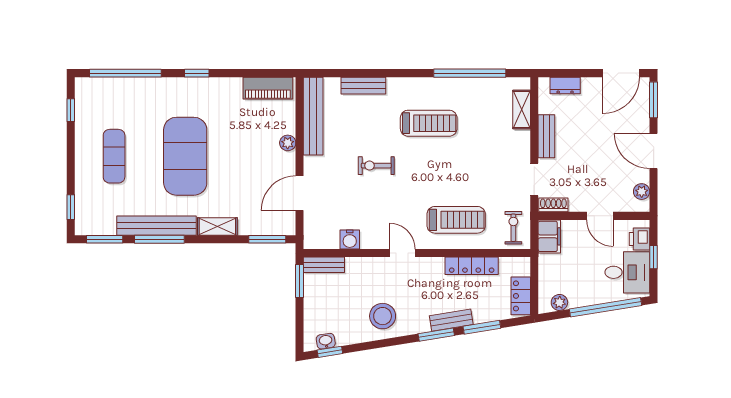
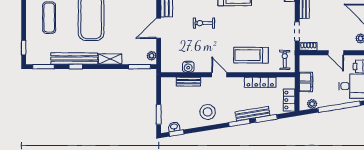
plant: (288, 143) -> (152, 56), moved
door: (300, 193) -> (159, 28), moved
treadmill: (456, 220) -> (251, 55), turned 180
filing cabinet: (549, 236) -> (306, 82), moved
window: (159, 239) -> (76, 67), width x0.46
bench: (324, 265) -> (188, 82), moved
window: (300, 281) -> (159, 114), moved
bench: (451, 320) -> (253, 114), width x1.36

